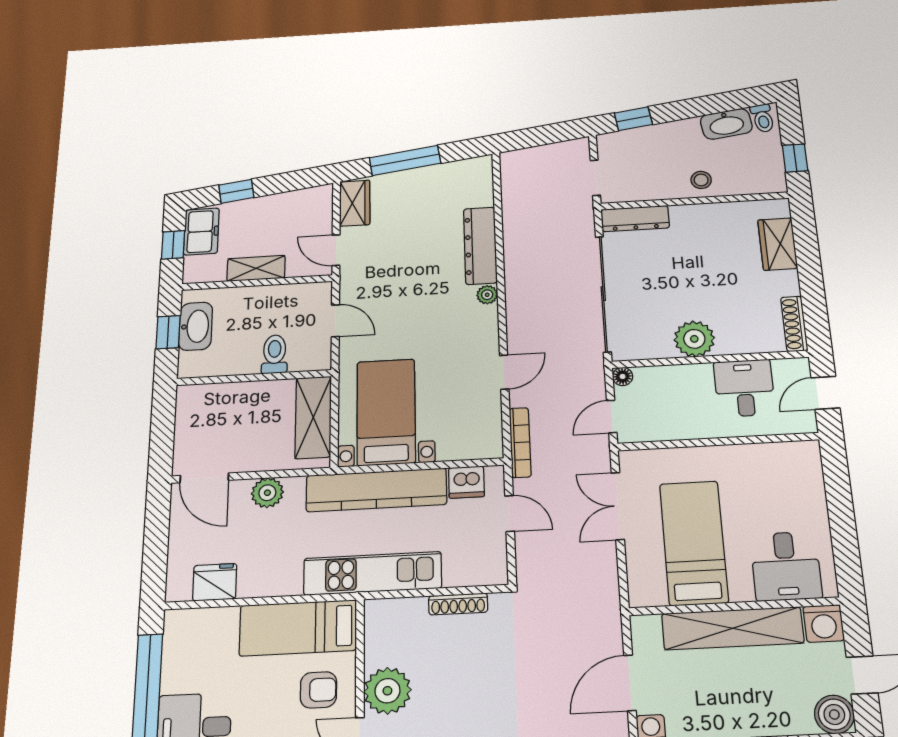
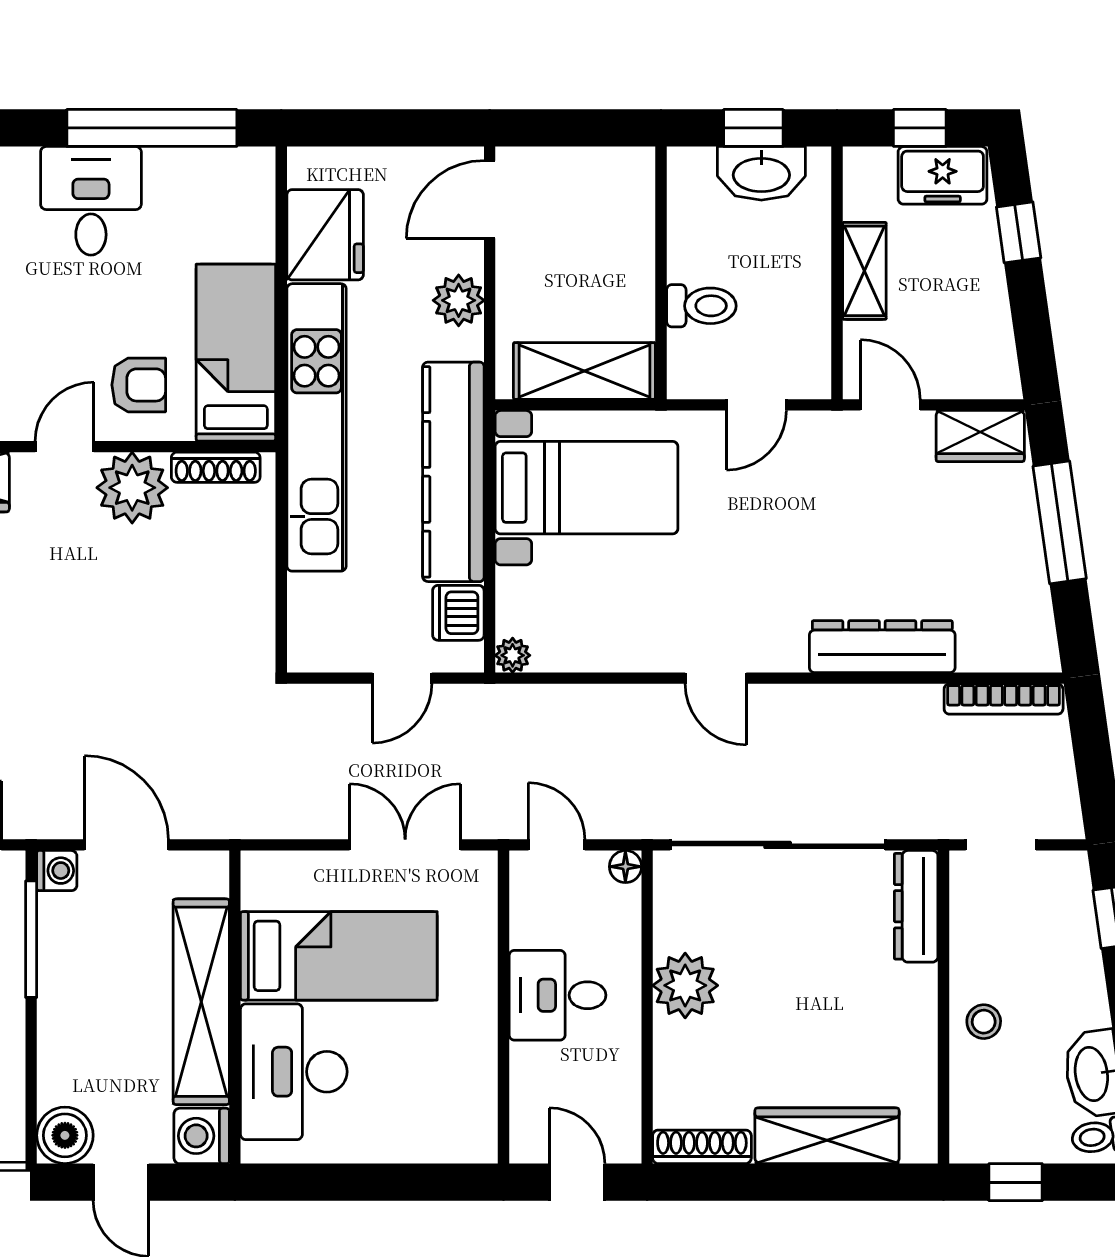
wardrobe: (778, 244) -> (827, 1136), width x1.50
door: (336, 250) -> (890, 405), hinge flipped
plant: (487, 295) -> (513, 655), moved
door: (504, 372) -> (716, 678), moved
desk: (744, 388) -> (557, 995), moved, turned 180
bookcase: (520, 442) -> (1004, 699), moved
desk: (786, 566) -> (294, 1072), width x1.37
kitchen unit: (373, 573) -> (316, 427), width x1.36
fridge: (215, 582) -> (325, 235), width x1.36, depth x1.34
shoe rack: (458, 604) -> (216, 467), moved, turned -90
armchair: (318, 690) -> (139, 385), turned -90

